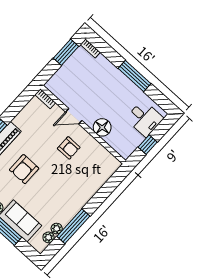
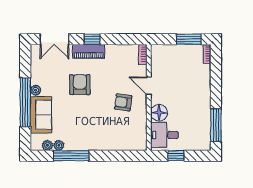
window: (135, 76) -> (216, 125), moved
desk: (144, 118) -> (164, 135), moved, turned 90
armchair: (69, 148) -> (123, 102), turned 98
armchair: (24, 169) -> (80, 85), turned 90

